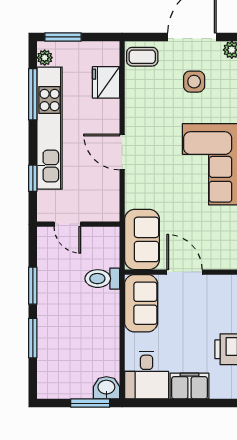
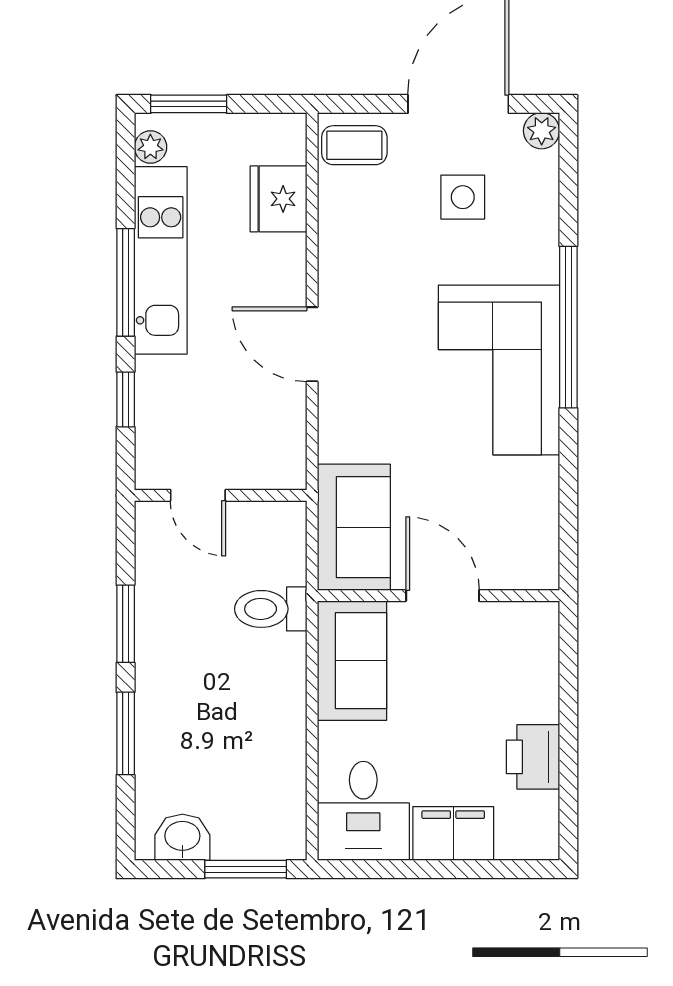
window: (33, 94) -> (126, 282), moved
kitchen unit: (50, 128) -> (161, 260), width x0.73
washbasin: (106, 388) -> (182, 837), moved

